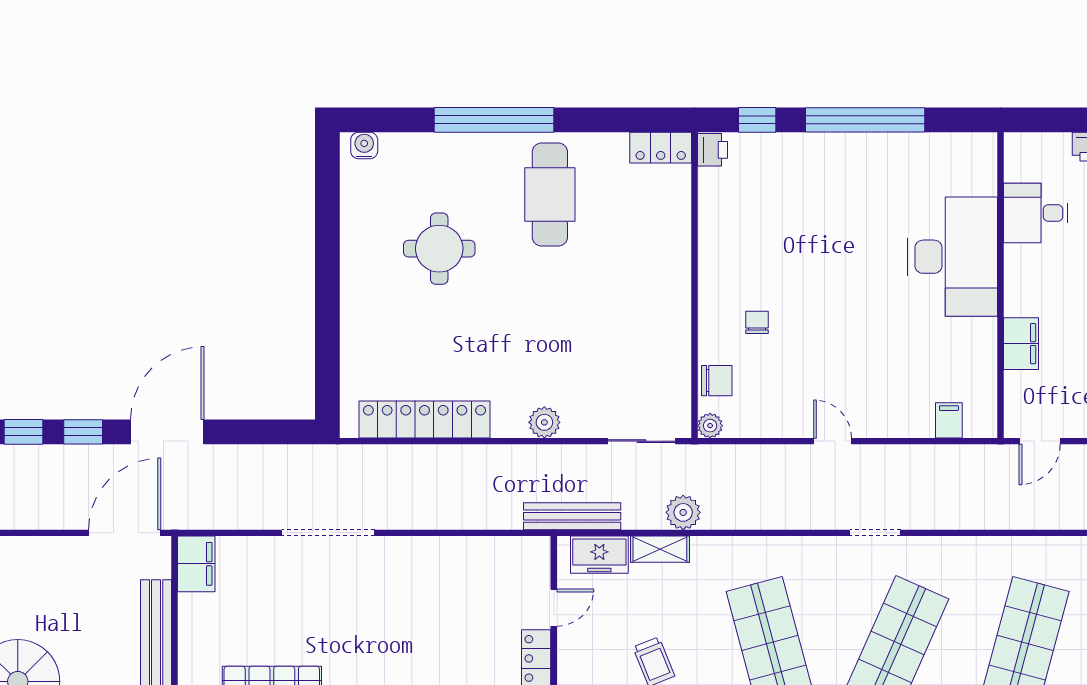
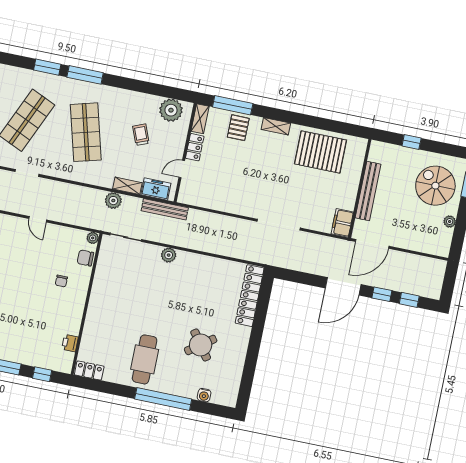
water cooler: (364, 146) -> (204, 395), moved
printer: (712, 150) -> (70, 343), moved
round table: (439, 249) -> (201, 345), turned -36
locker: (424, 420) -> (250, 296), moved, turned 90

